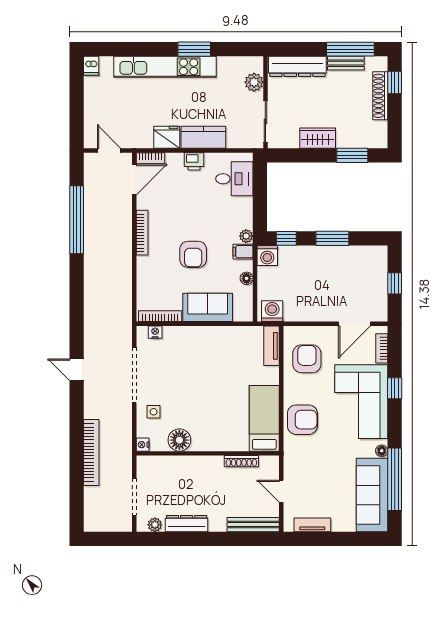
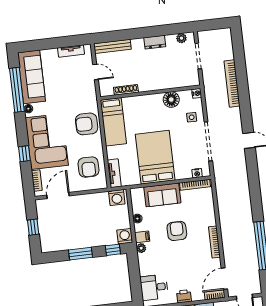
bed: (211, 362) -> (155, 157), added
dresser: (187, 524) -> (155, 42), width x0.70

